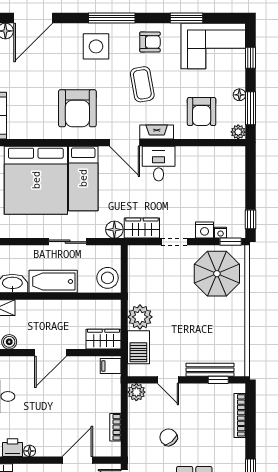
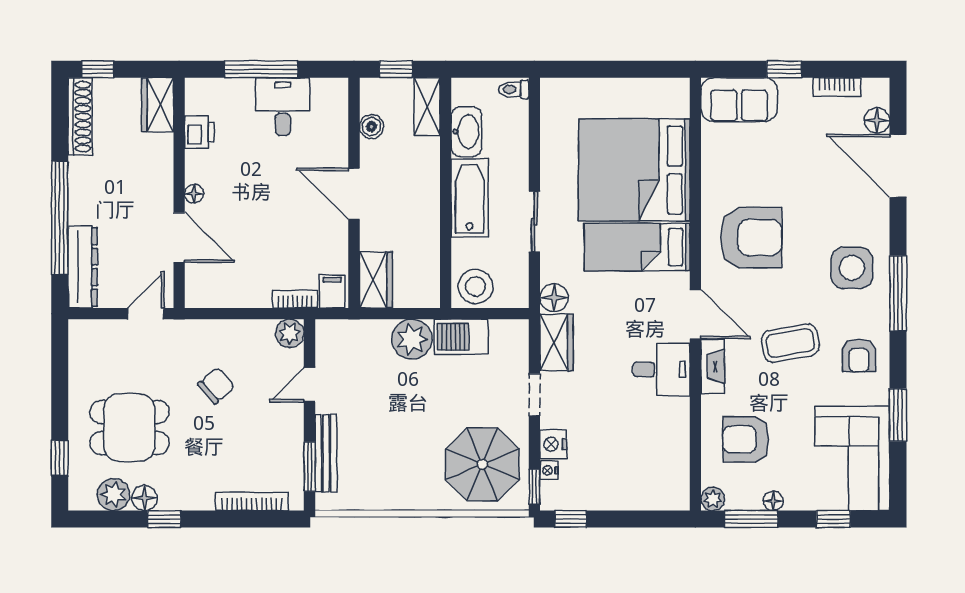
armchair: (77, 108) -> (751, 237), turned 180
door: (124, 143) -> (695, 314), swing flipped
barbecue: (138, 347) -> (461, 337), moved
window: (218, 380) -> (310, 467), width x1.50
bookcase: (115, 427) -> (295, 299), moved
floor lamp: (30, 451) -> (194, 194), moved

